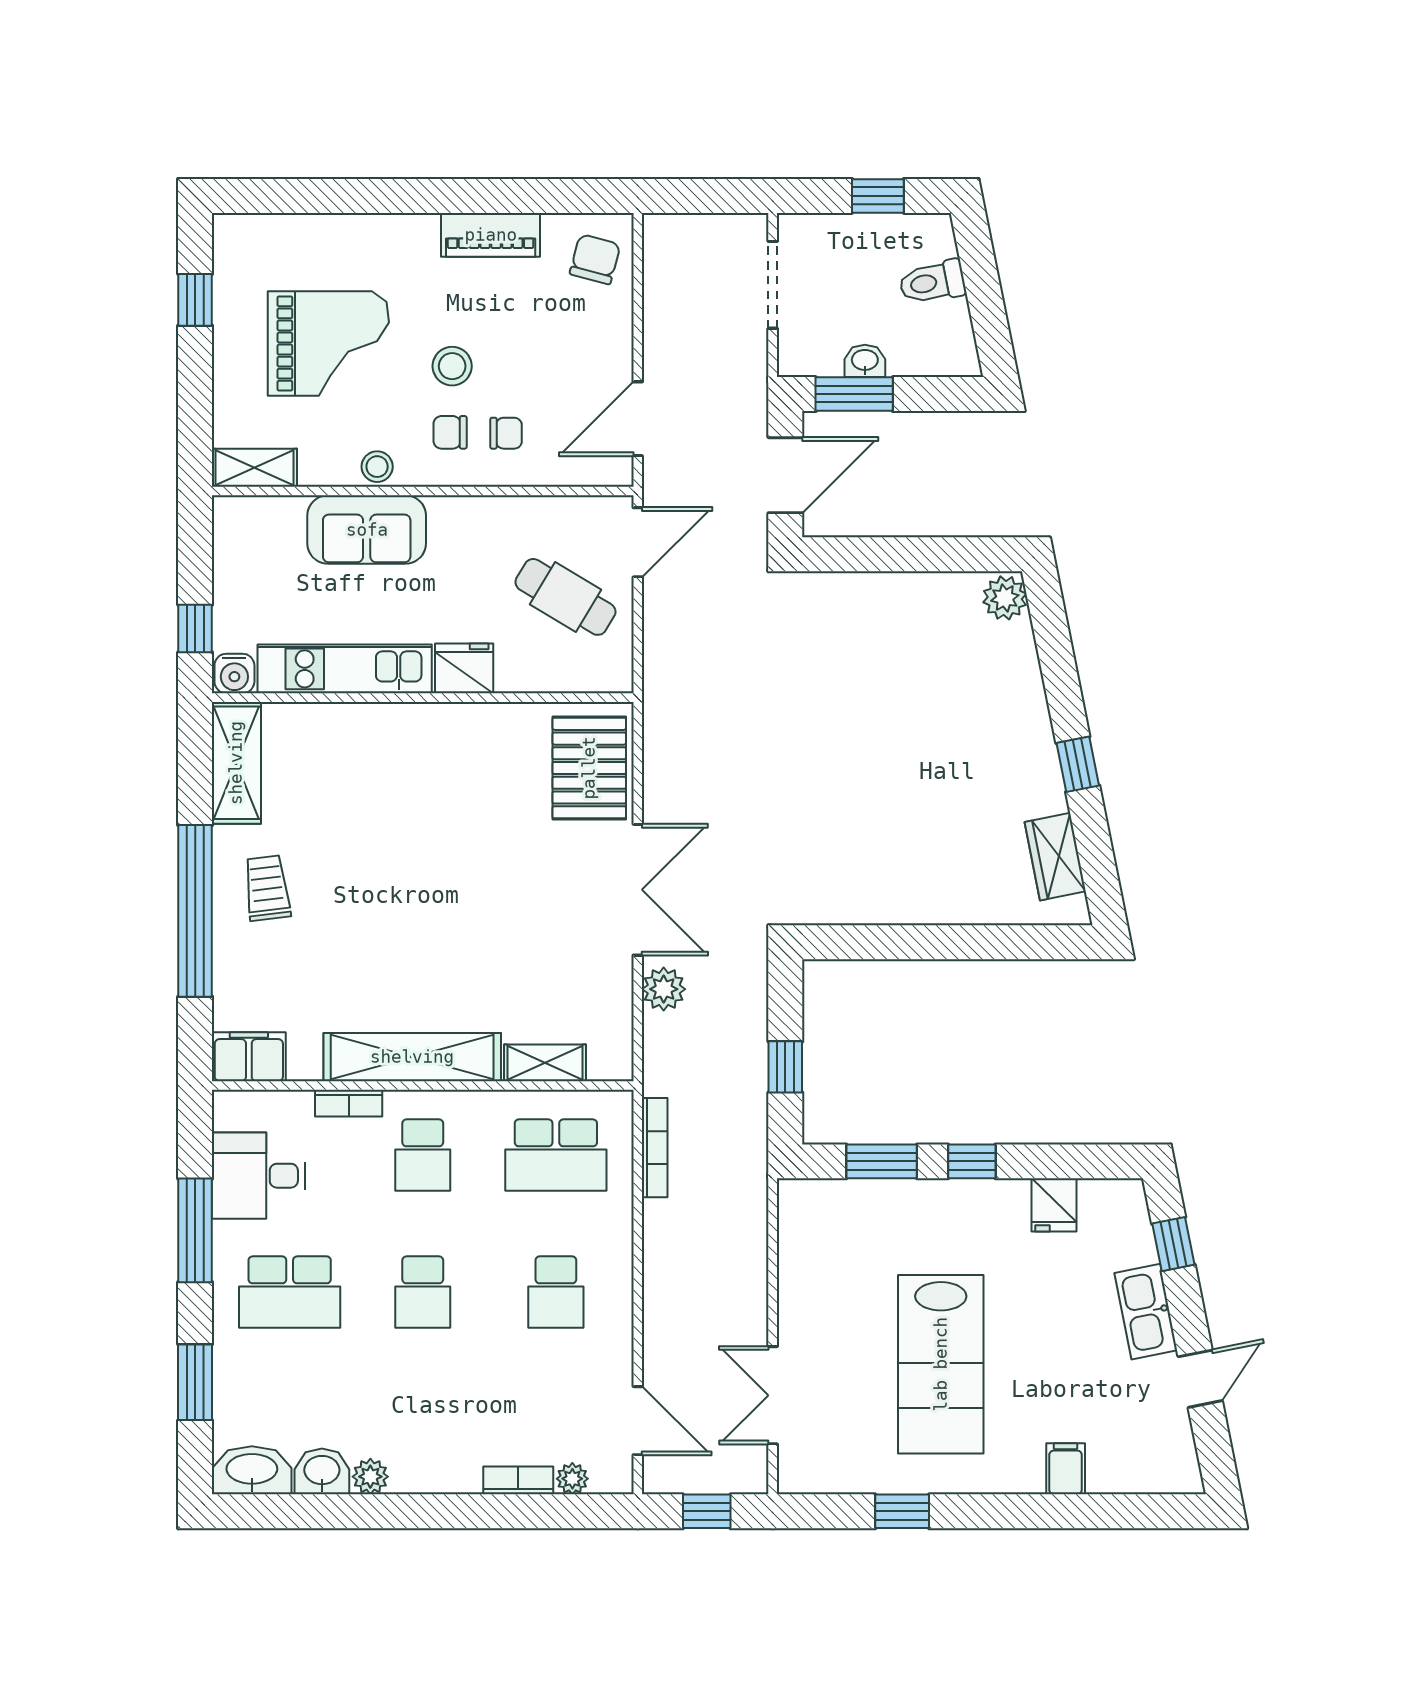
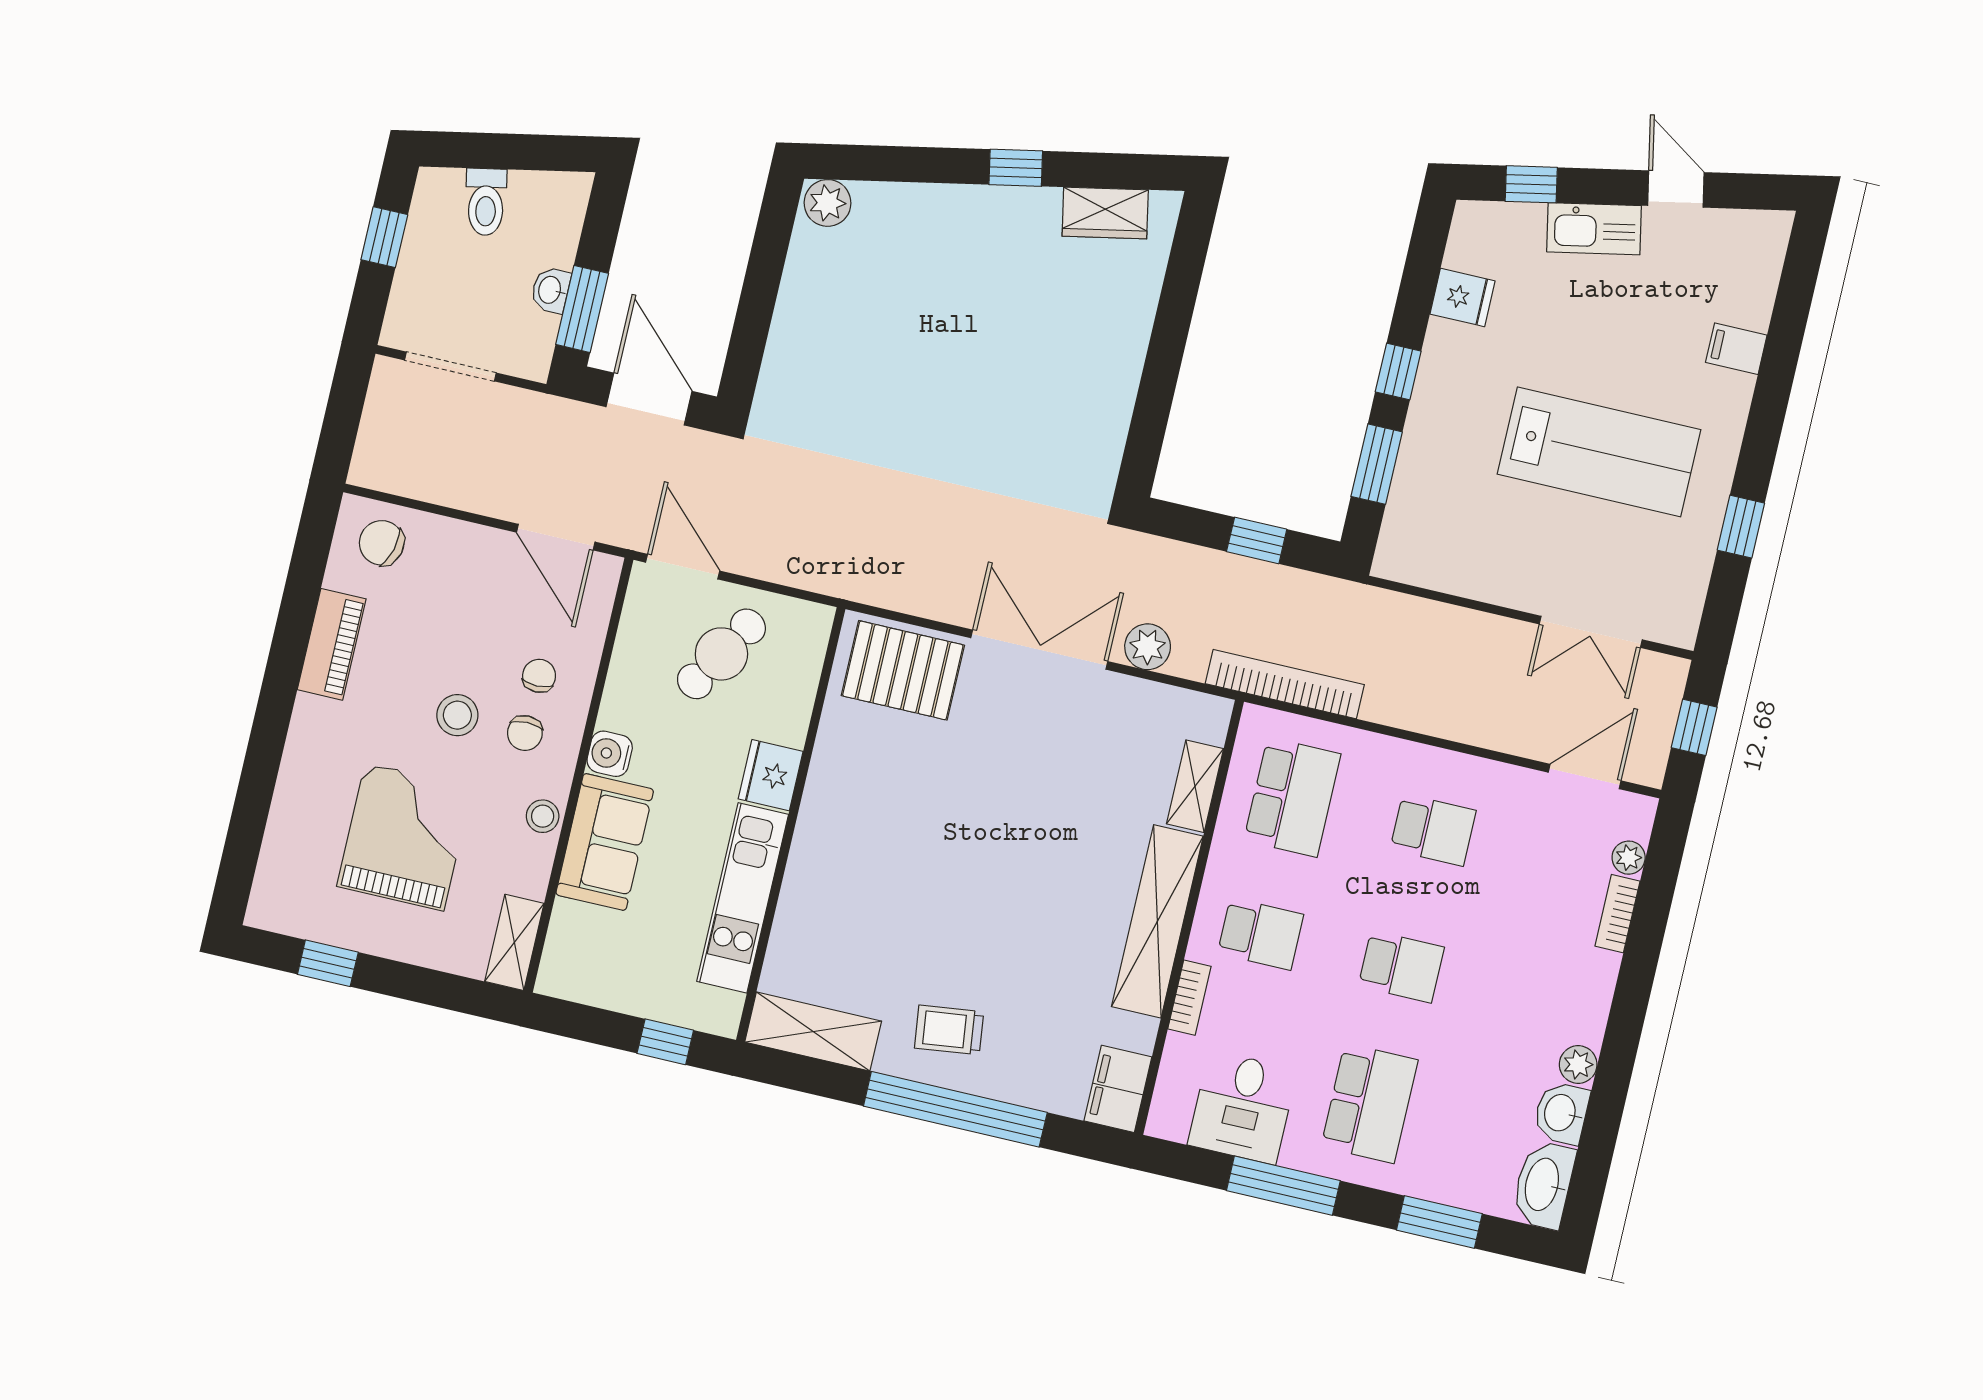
water cooler: (234, 674) -> (610, 754), moved, turned 180
bookcase: (655, 1148) -> (1285, 684), width x1.48, depth x1.31

